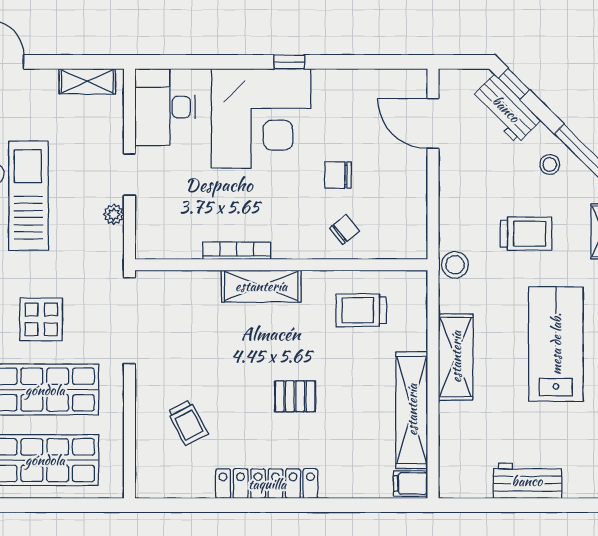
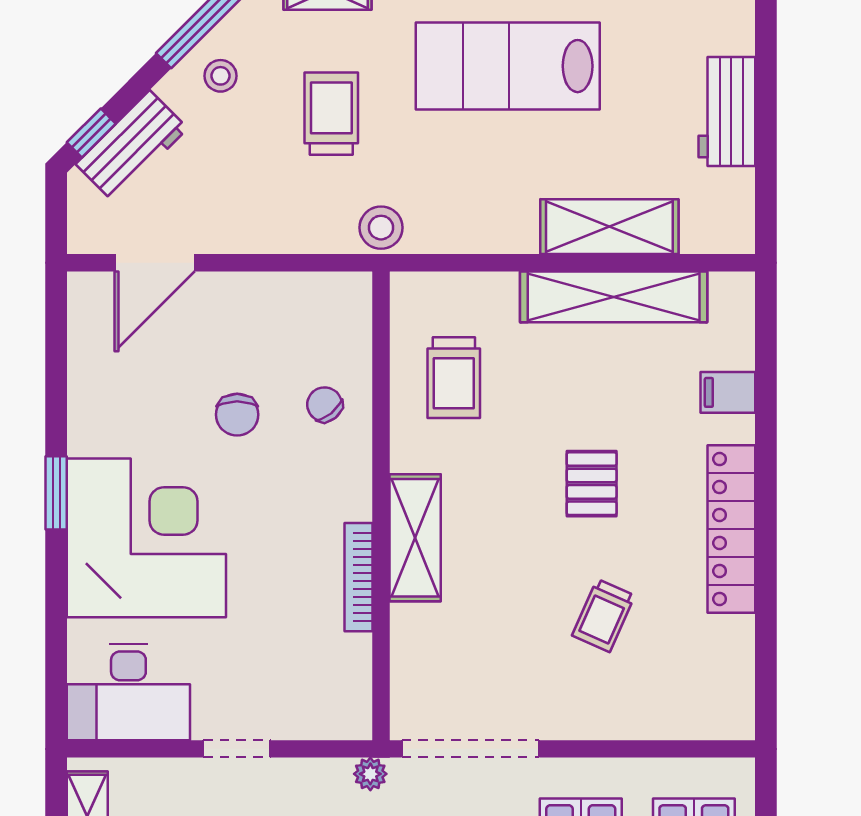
window: (289, 62) -> (56, 493), width x1.50
plant: (114, 214) -> (370, 774), moved
shelving: (456, 357) -> (609, 227), moved
trolley: (188, 423) -> (603, 616), moved, turned 142
filing cabinet: (411, 483) -> (728, 392), moved, turned 90

